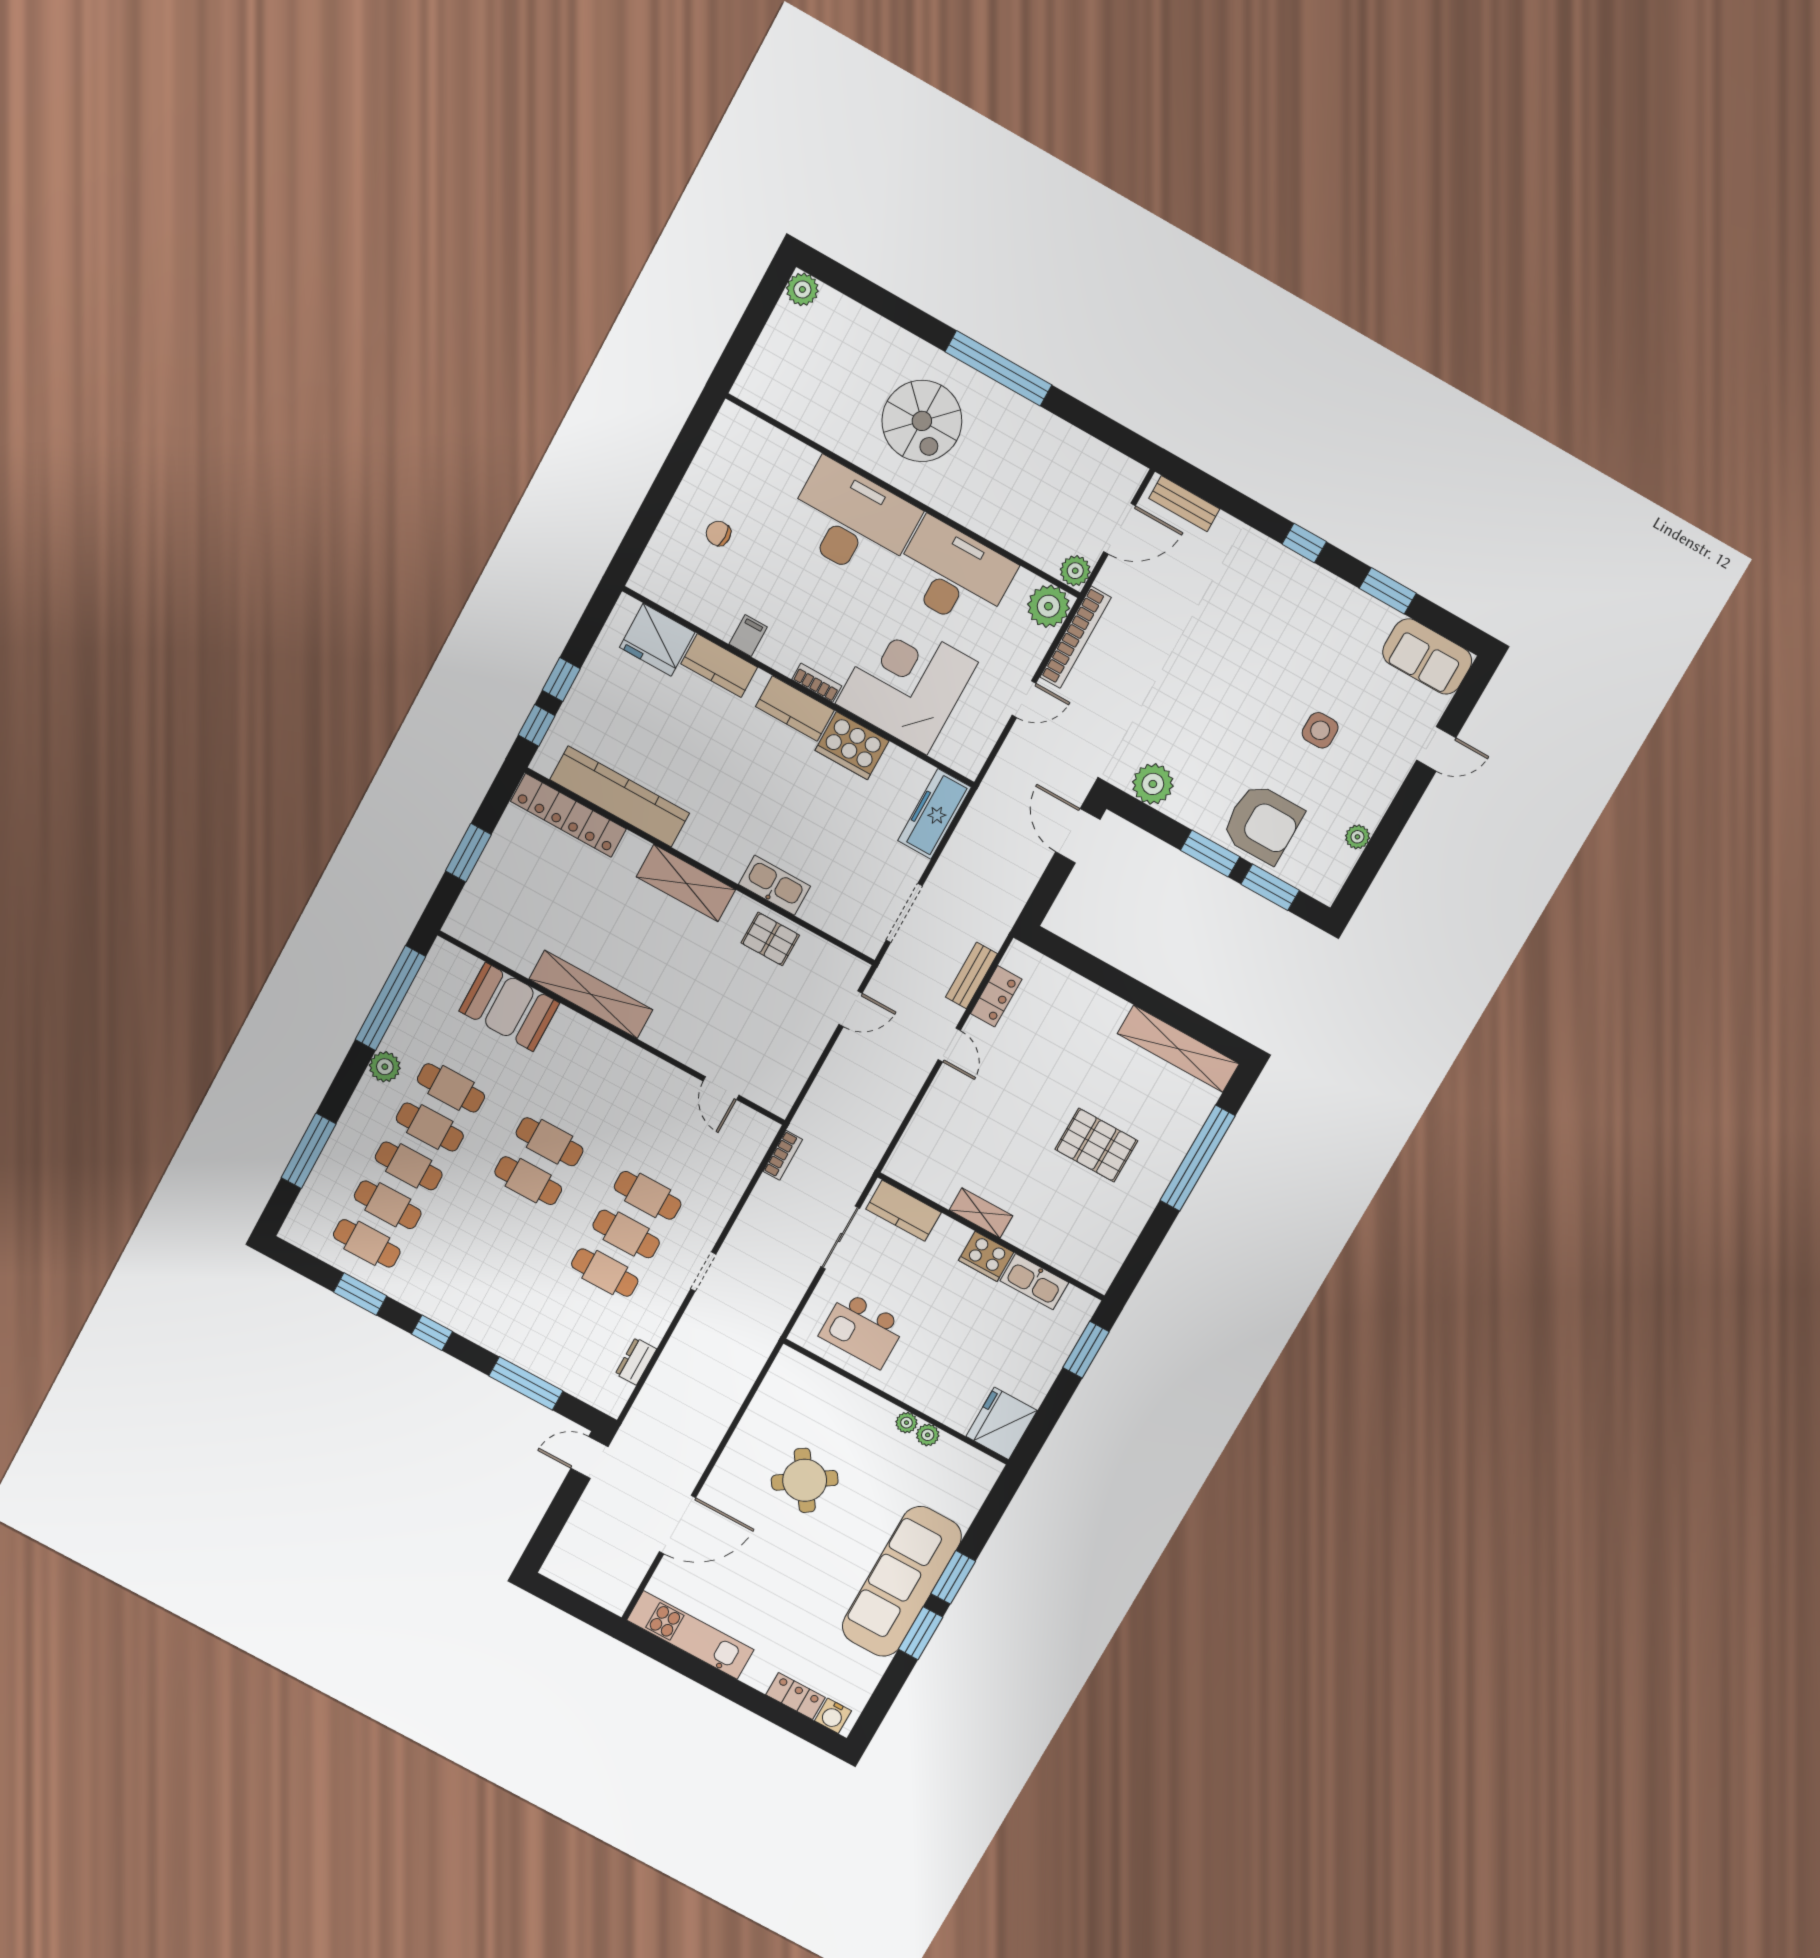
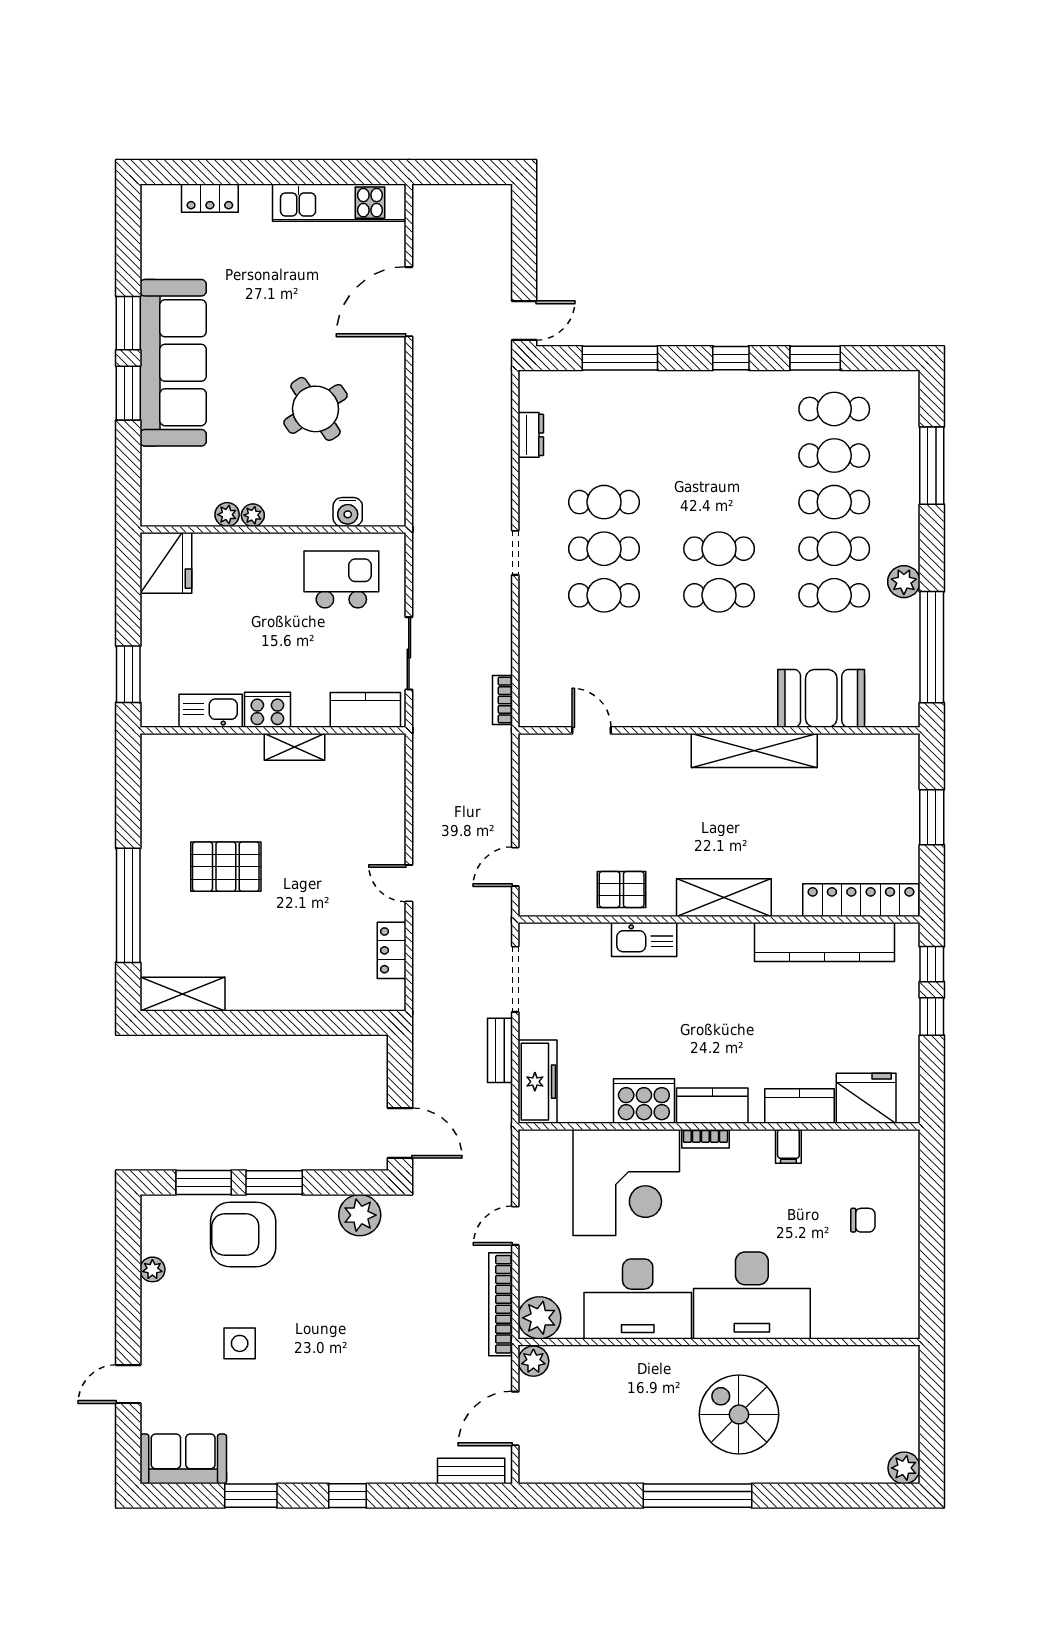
bench: (971, 975) -> (500, 1050), moved
shelving: (1178, 1049) -> (182, 994), width x0.68
water cooler: (833, 1716) -> (348, 512), moved, turned 180

